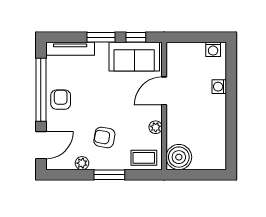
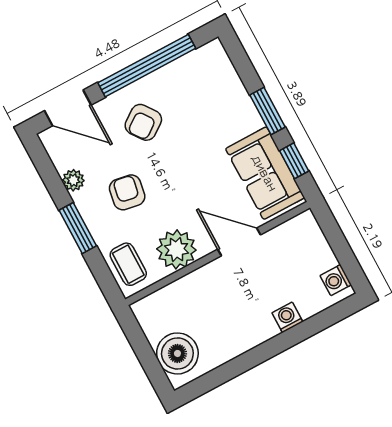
tv unit: (70, 49) -> (227, 76), removed
armchair: (61, 100) -> (143, 122), moved, turned 144
plant: (156, 127) -> (176, 249), width x1.88, depth x1.88
boiler: (179, 157) -> (177, 353), moved

